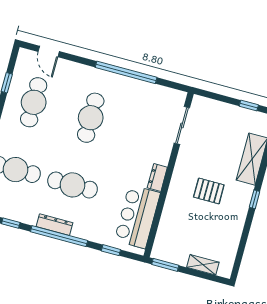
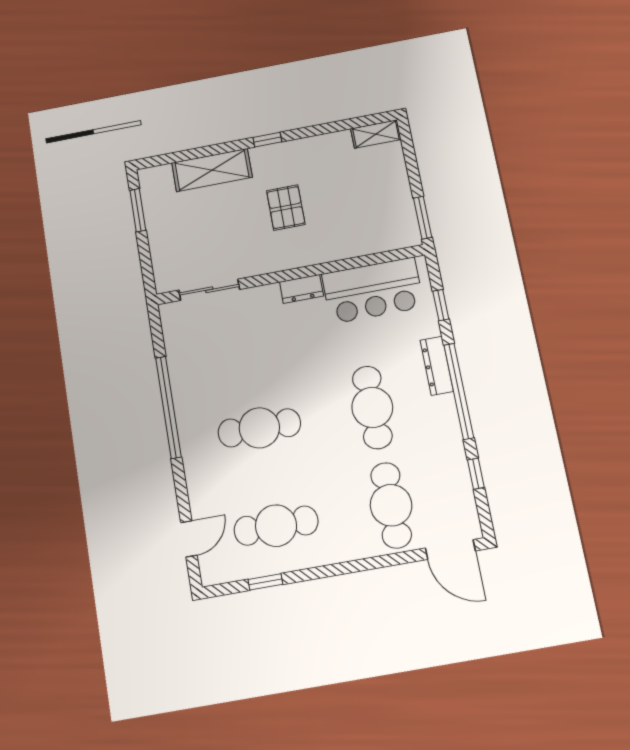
window: (249, 105) -> (138, 210), width x1.50
dresser: (54, 225) -> (437, 366), moved
shelving: (203, 265) -> (376, 134), moved, turned 90

